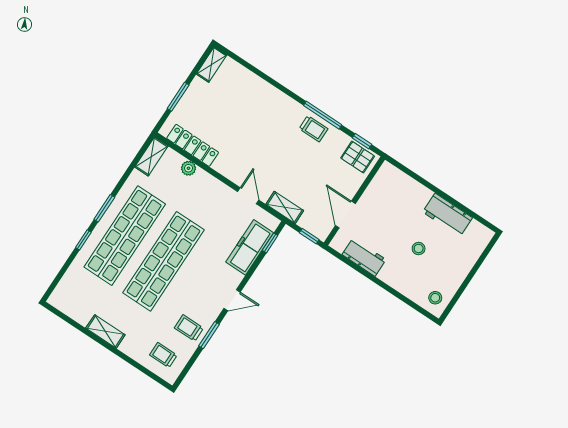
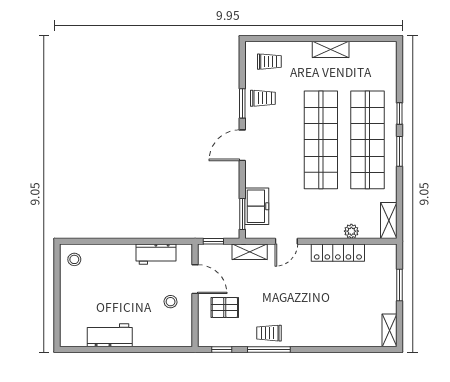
locker: (193, 145) -> (338, 253), moved
pallet: (358, 157) -> (225, 308), moved
door: (248, 196) -> (286, 241), hinge flipped
window: (270, 243) -> (242, 214), width x1.50
freezer: (250, 247) -> (257, 206), width x0.71
stool: (419, 249) -> (171, 302), moved
door: (232, 300) -> (242, 145), width x1.38

